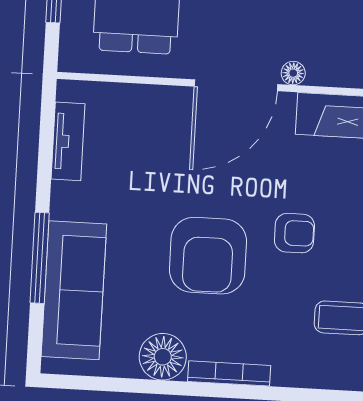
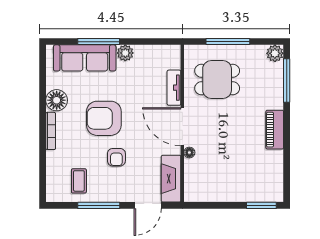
tv unit: (68, 141) -> (174, 88), moved, turned 90
plant: (68, 201) -> (125, 53), added

